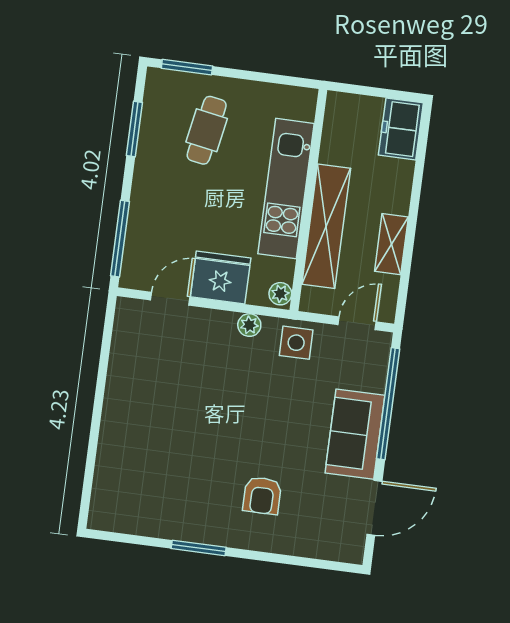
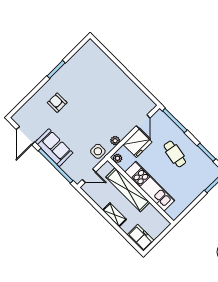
cafe table: (207, 130) -> (175, 154), moved
shelving: (391, 244) -> (114, 215), moved
door: (357, 323) -> (89, 176), hinge flipped

